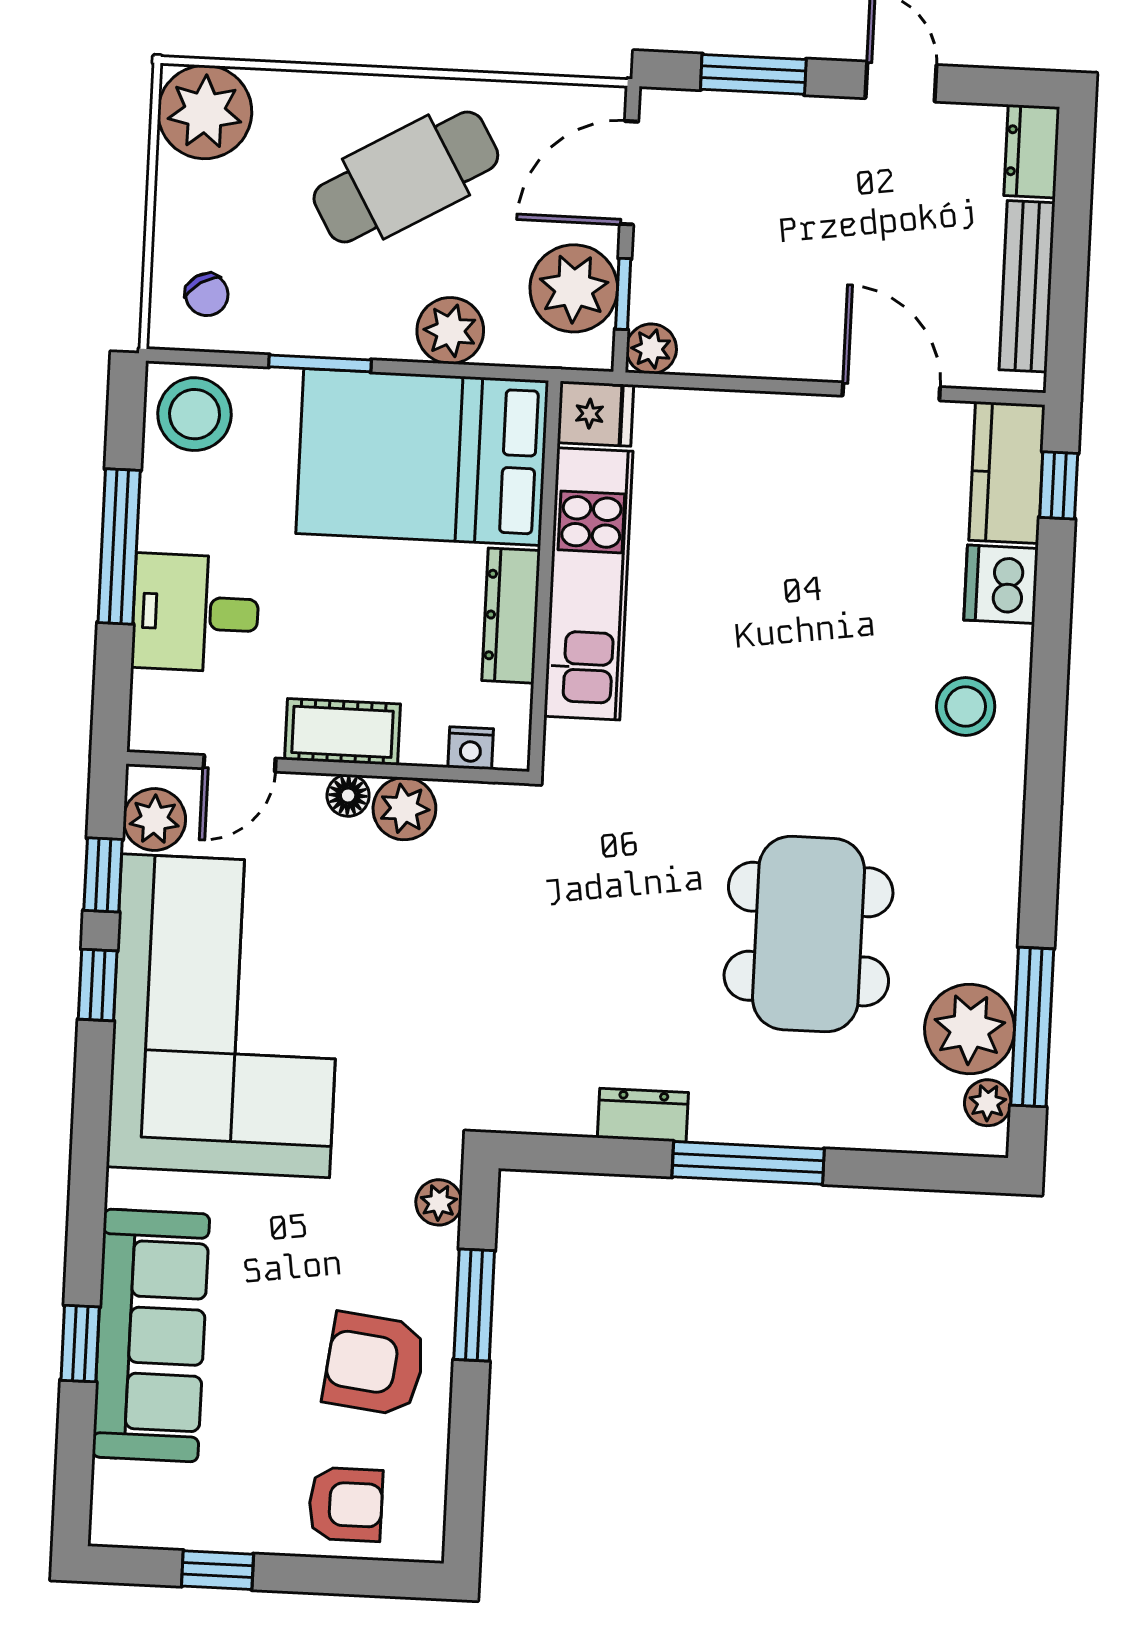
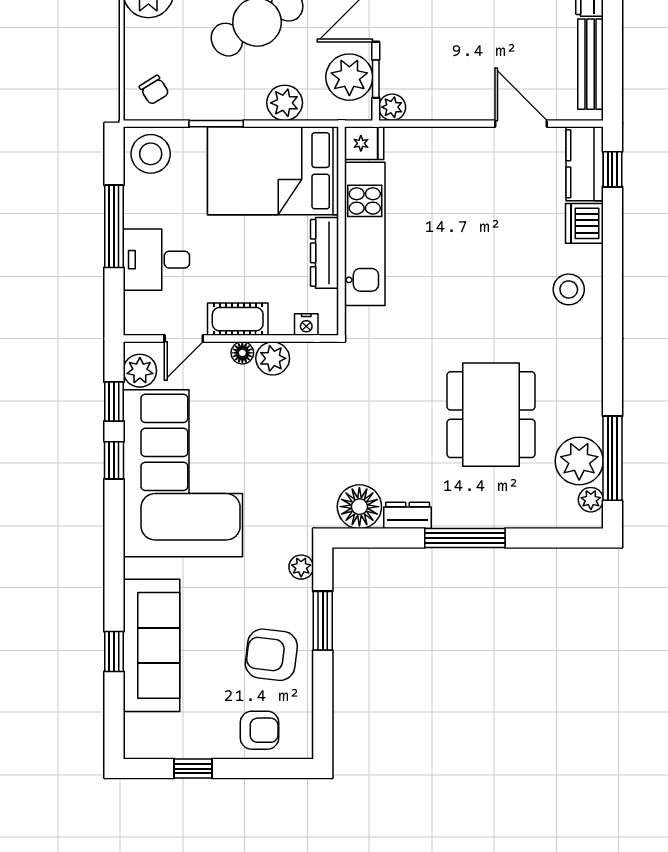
floor lamp: (554, 1094) -> (359, 507), added

